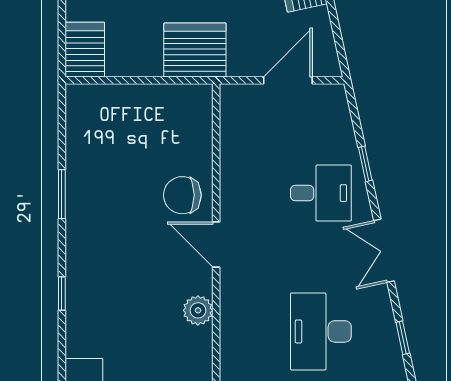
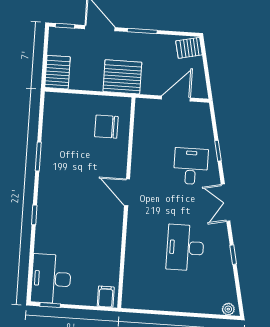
desk: (321, 193) -> (191, 166), turned -90
chair: (182, 195) -> (106, 127), moved
plant: (198, 310) -> (114, 230), removed

